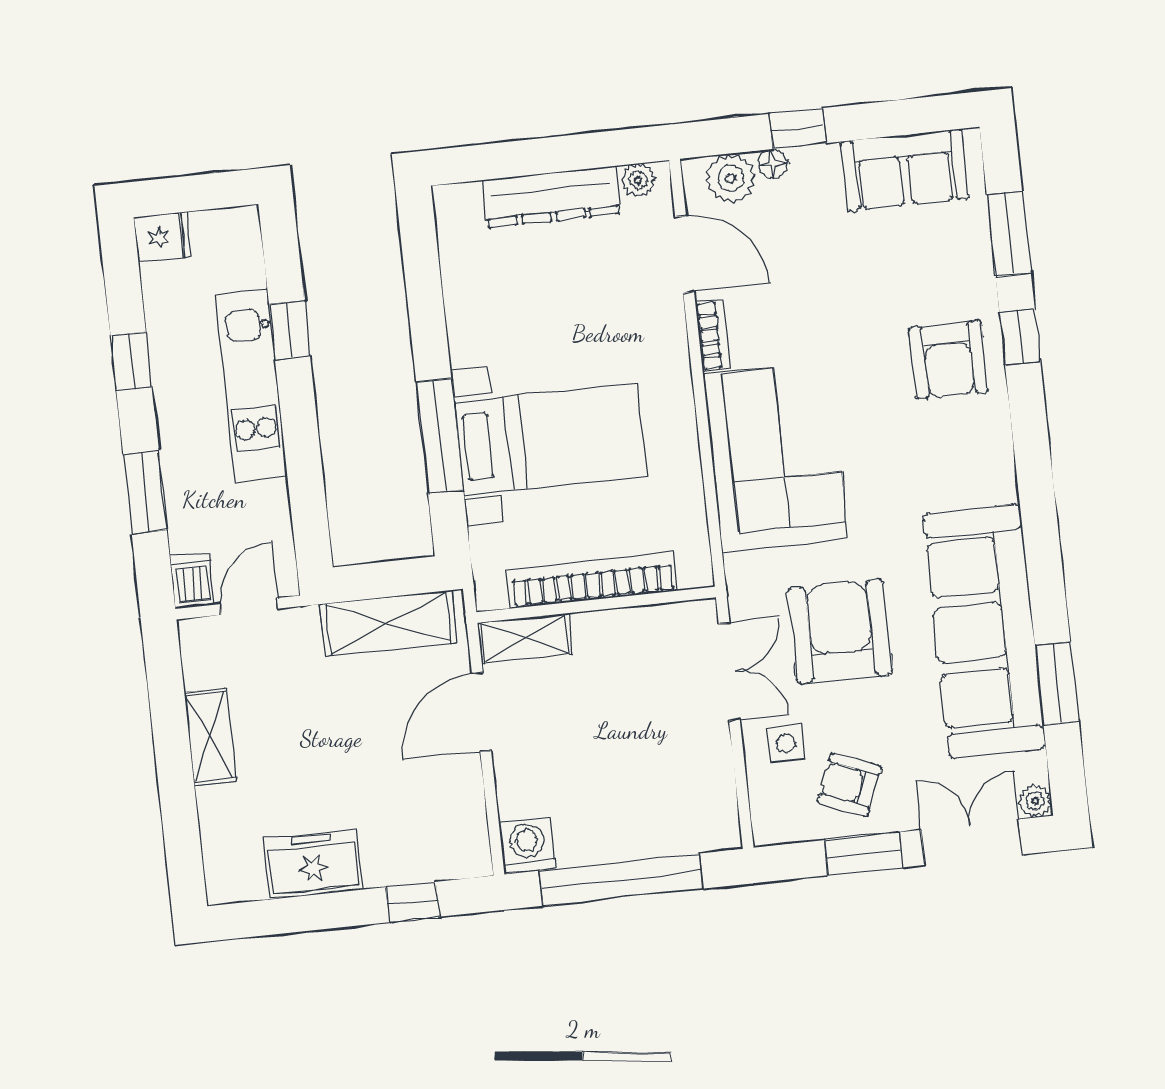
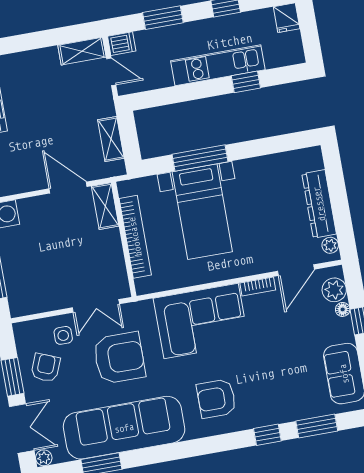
armchair: (948, 360) -> (216, 399), moved
shelving: (388, 623) -> (111, 139), width x0.67, depth x0.75
shelving: (210, 737) -> (82, 51), moved

